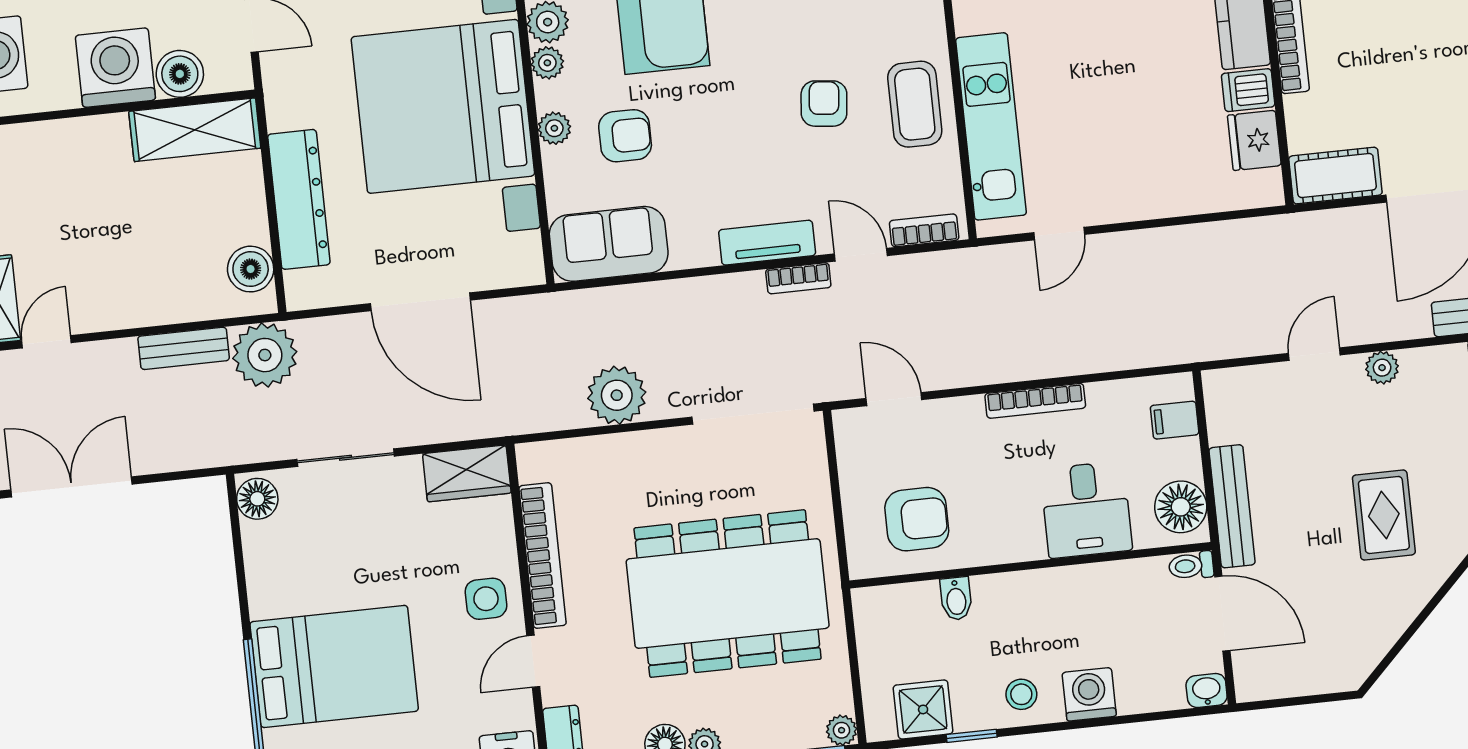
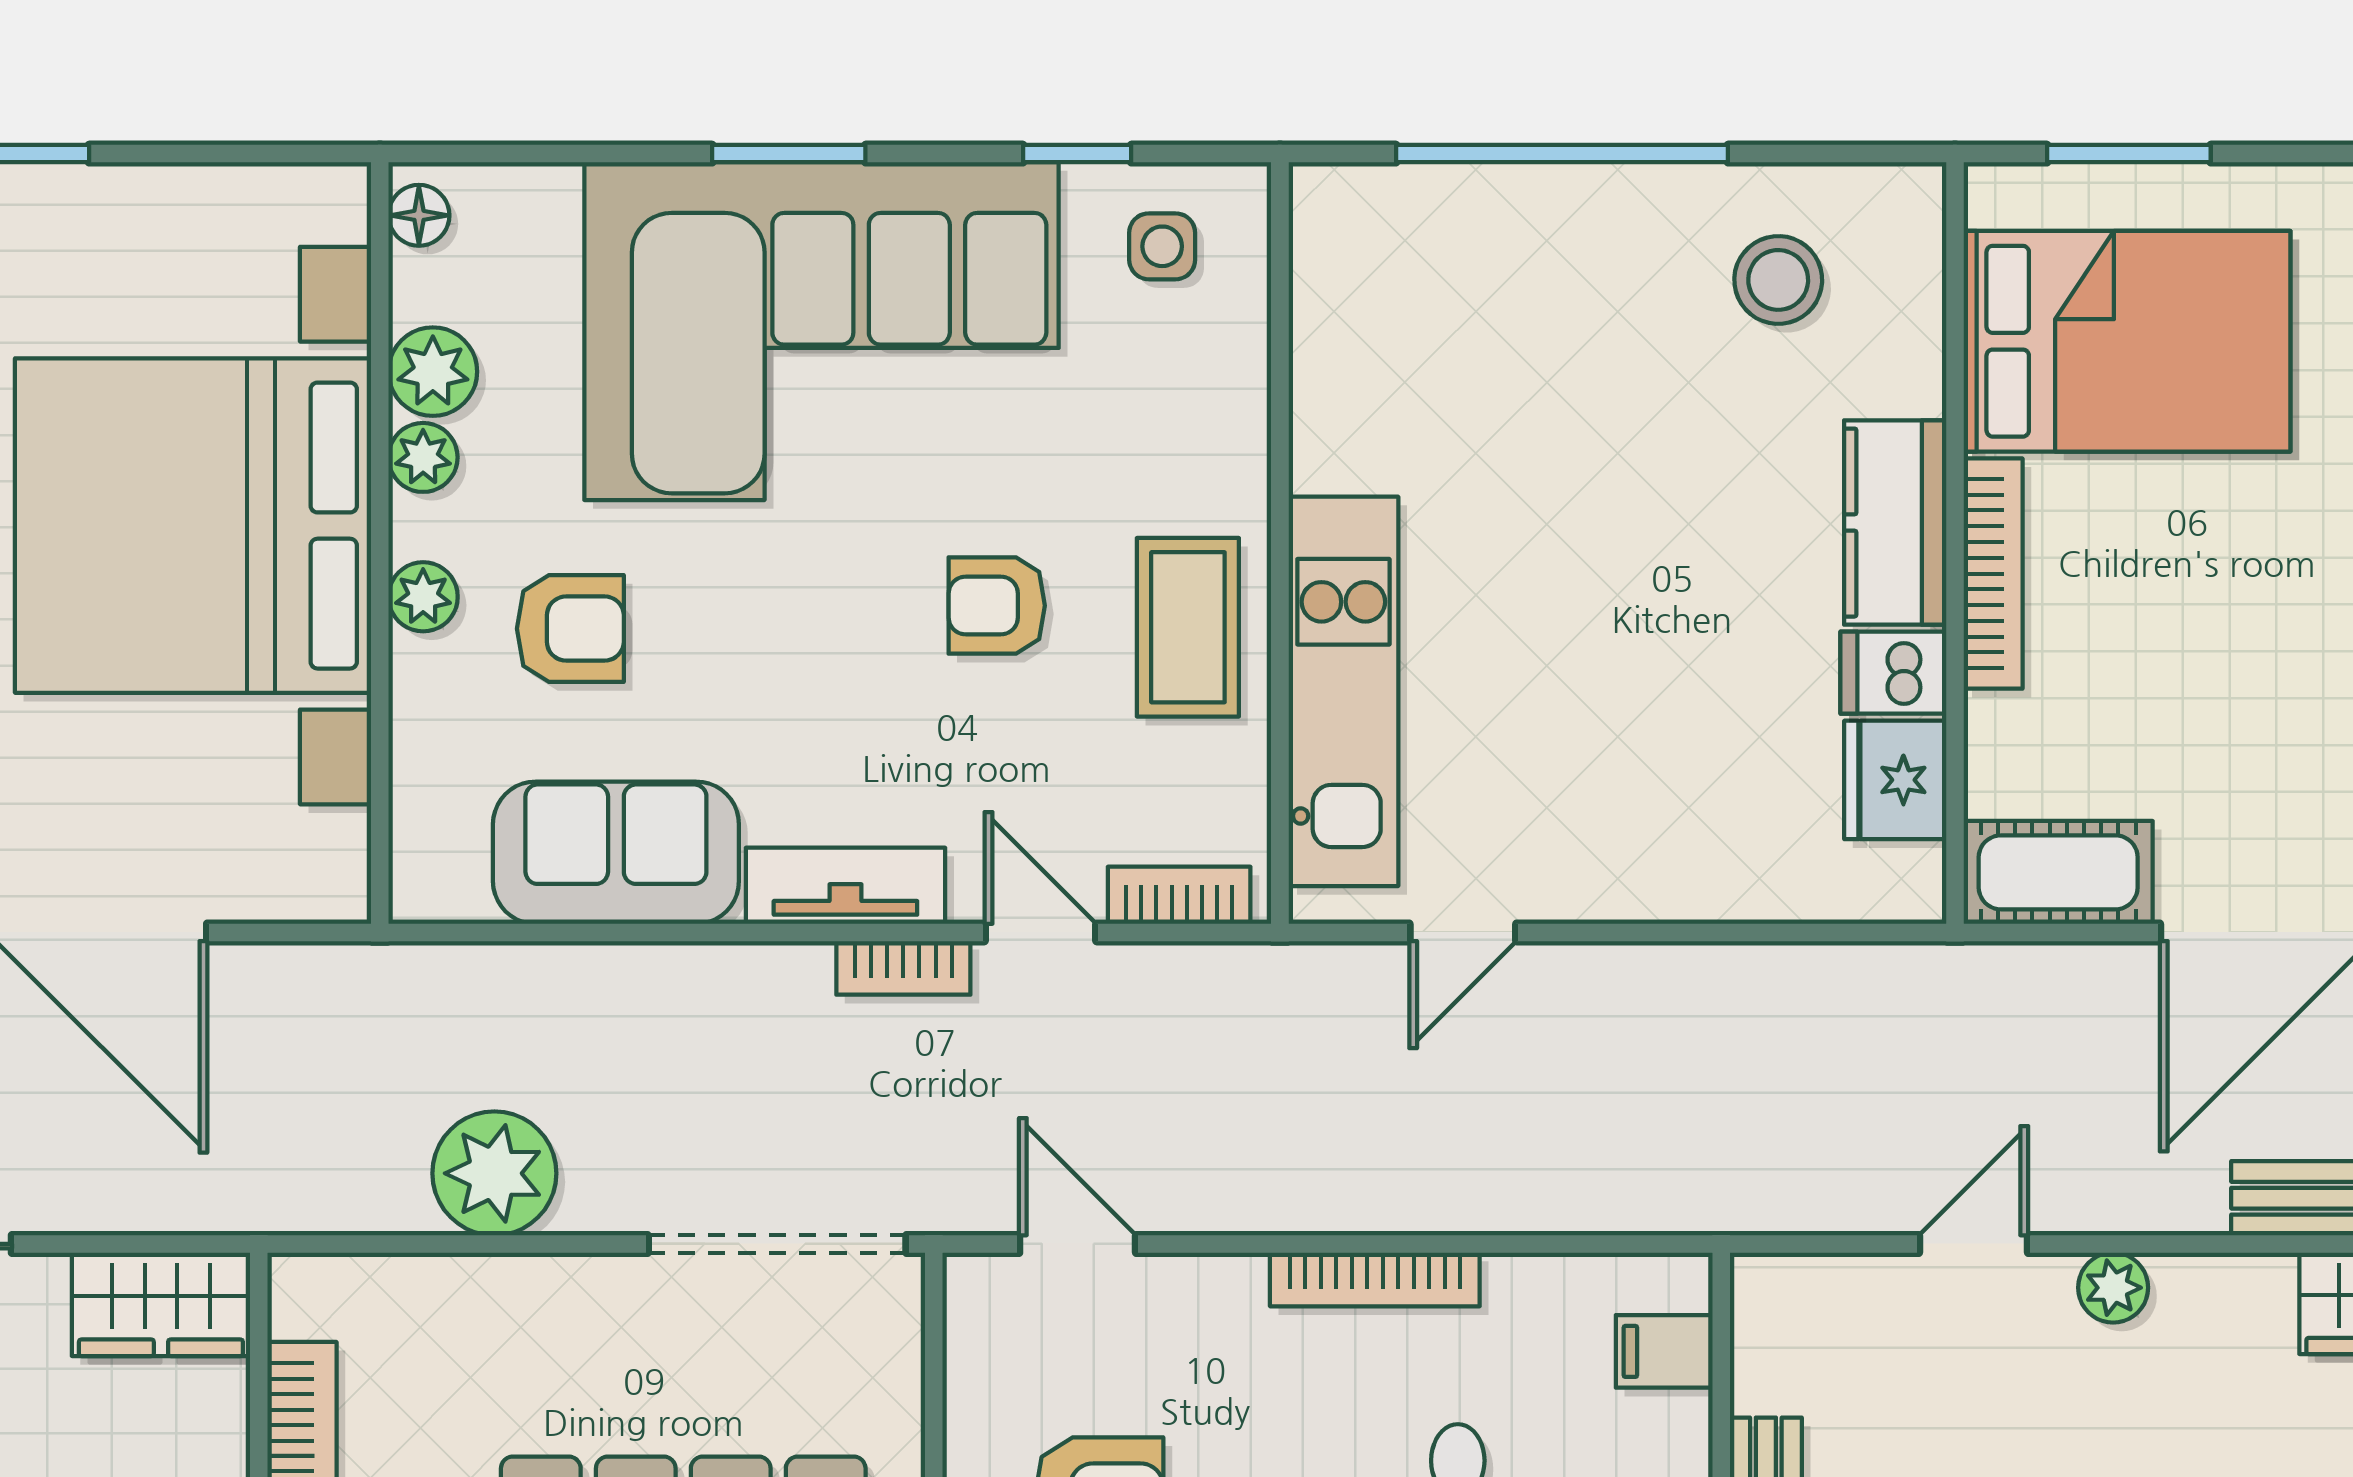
armchair: (824, 104) -> (997, 606), turned -96
sofa: (609, 244) -> (616, 853), moved

